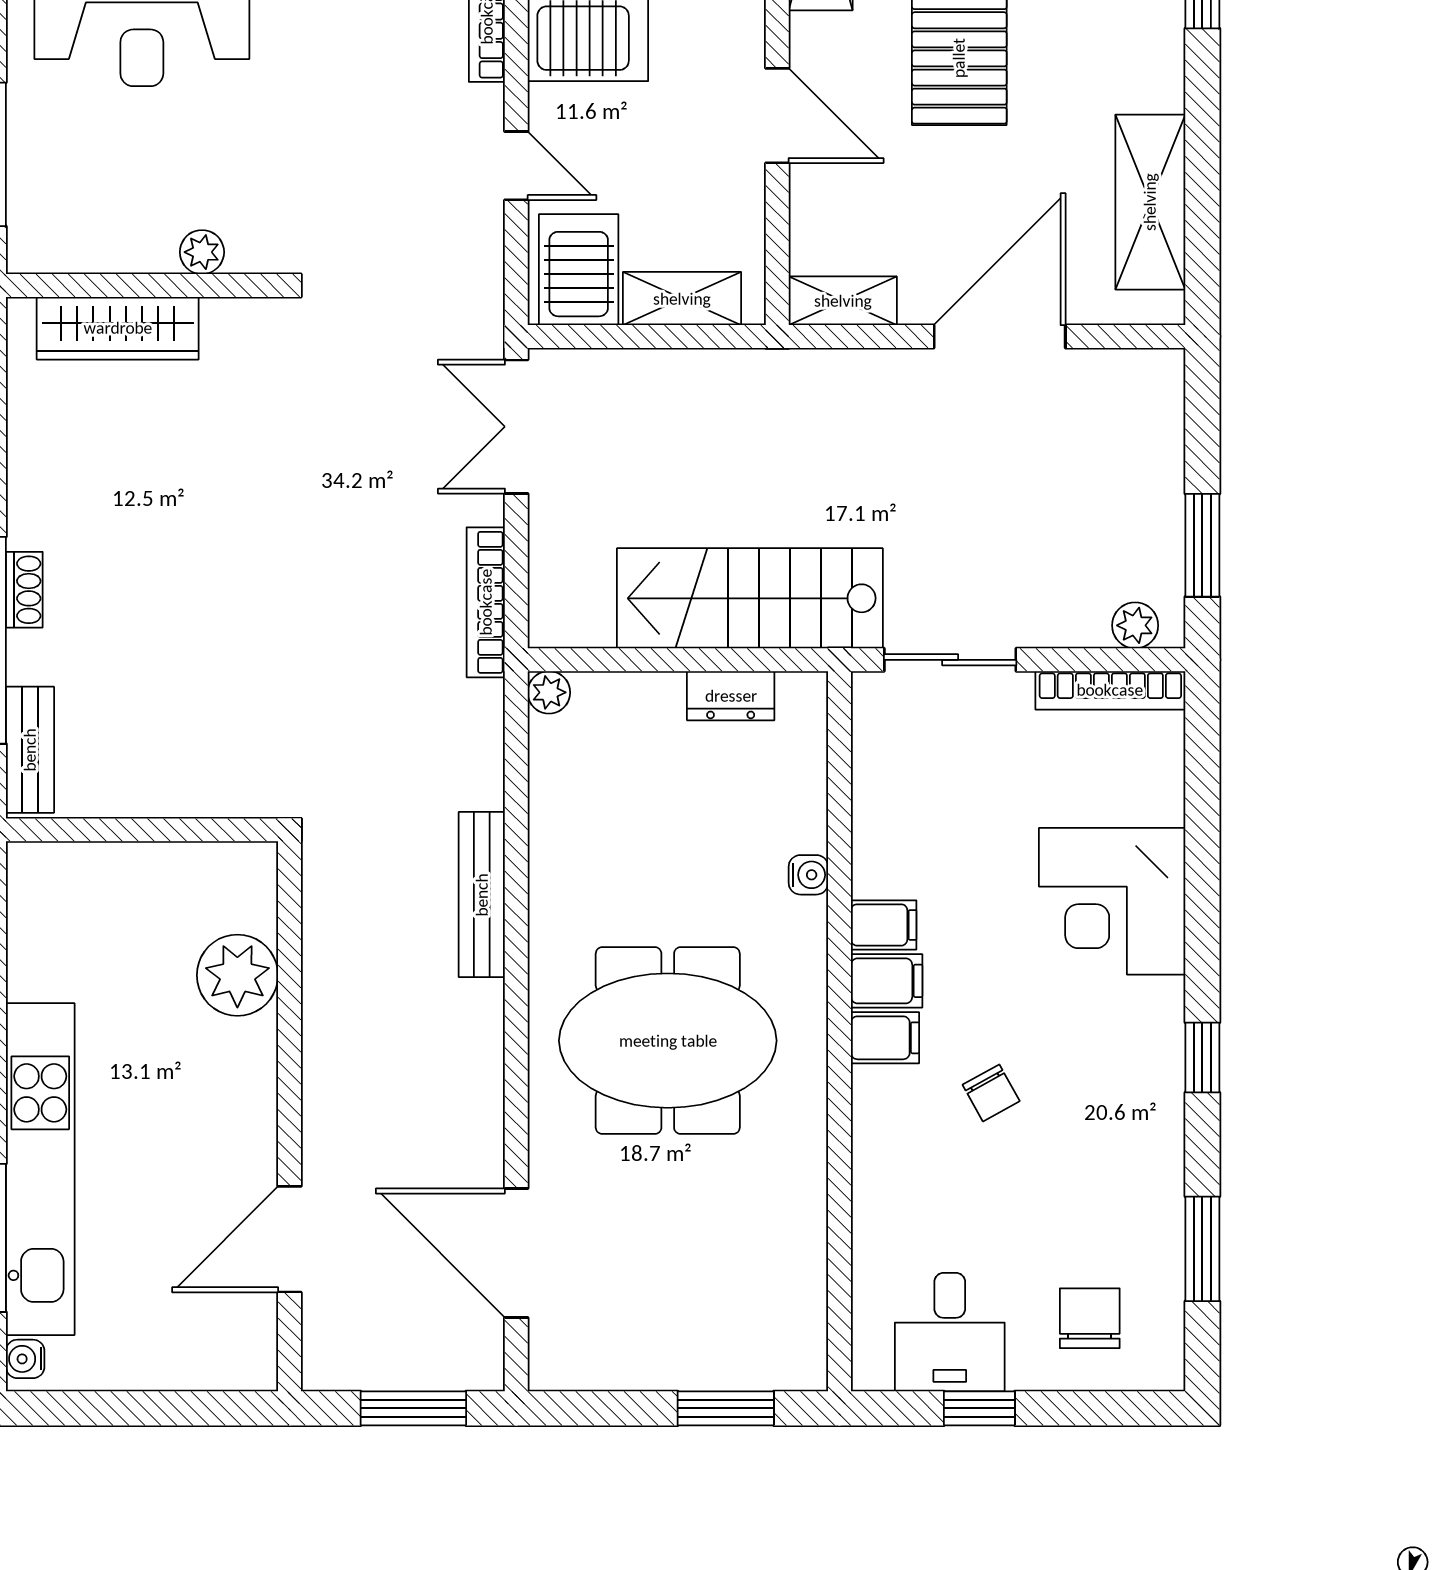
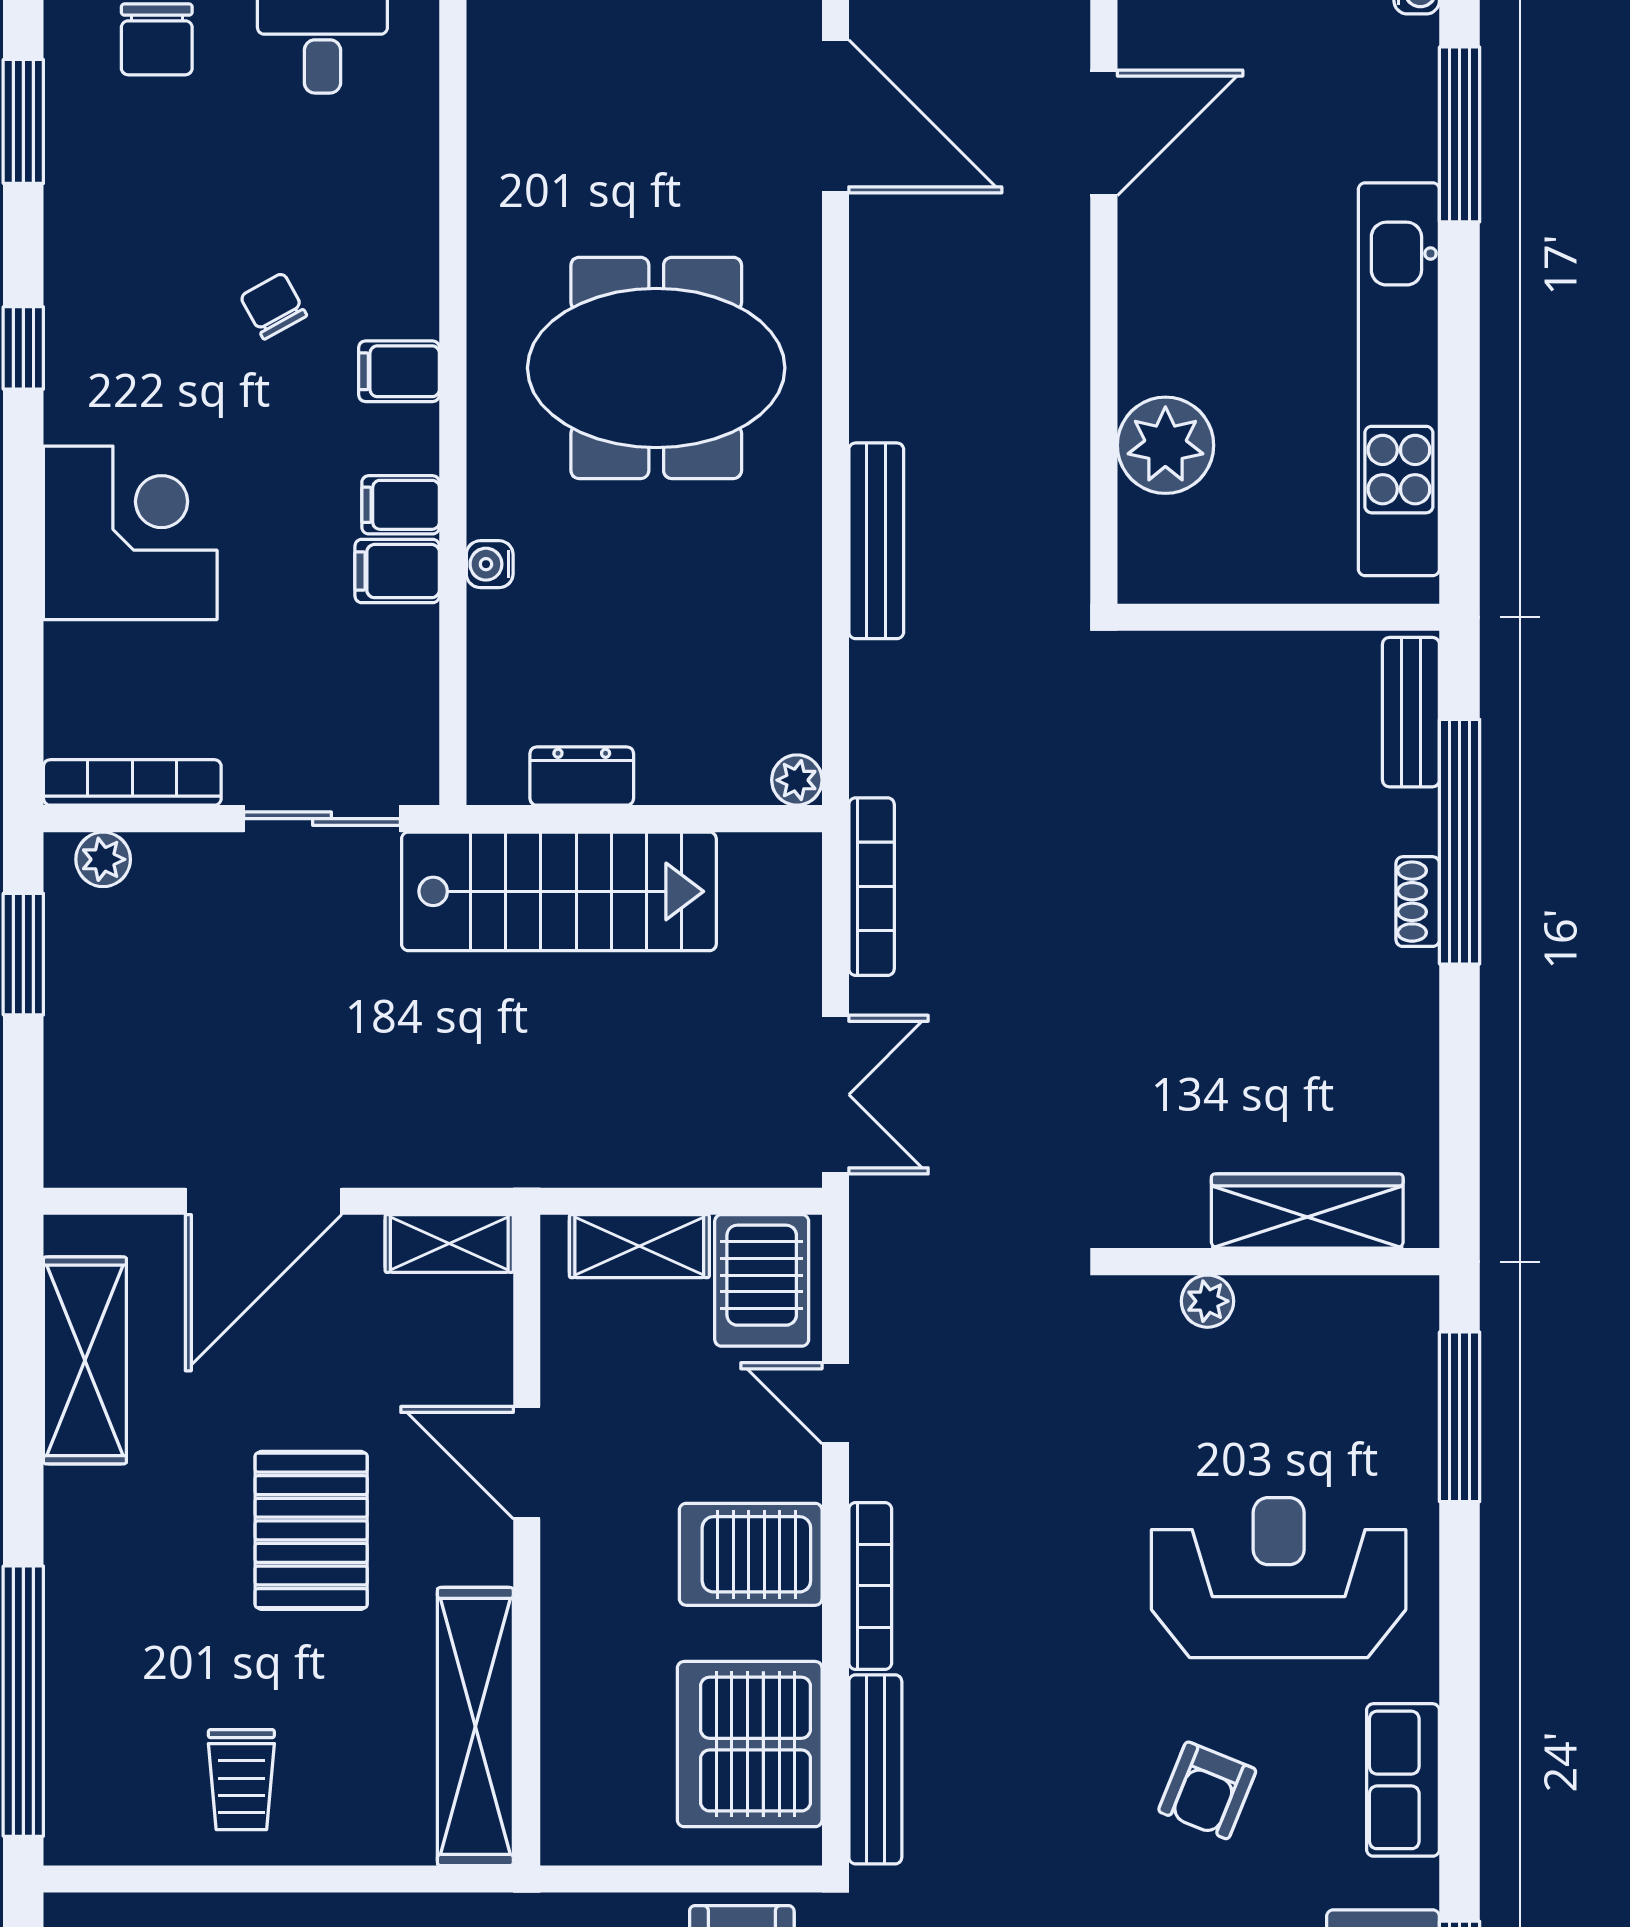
filing cabinet: (887, 981) -> (397, 571), moved
kitchen unit: (40, 1169) -> (1399, 379), moved

